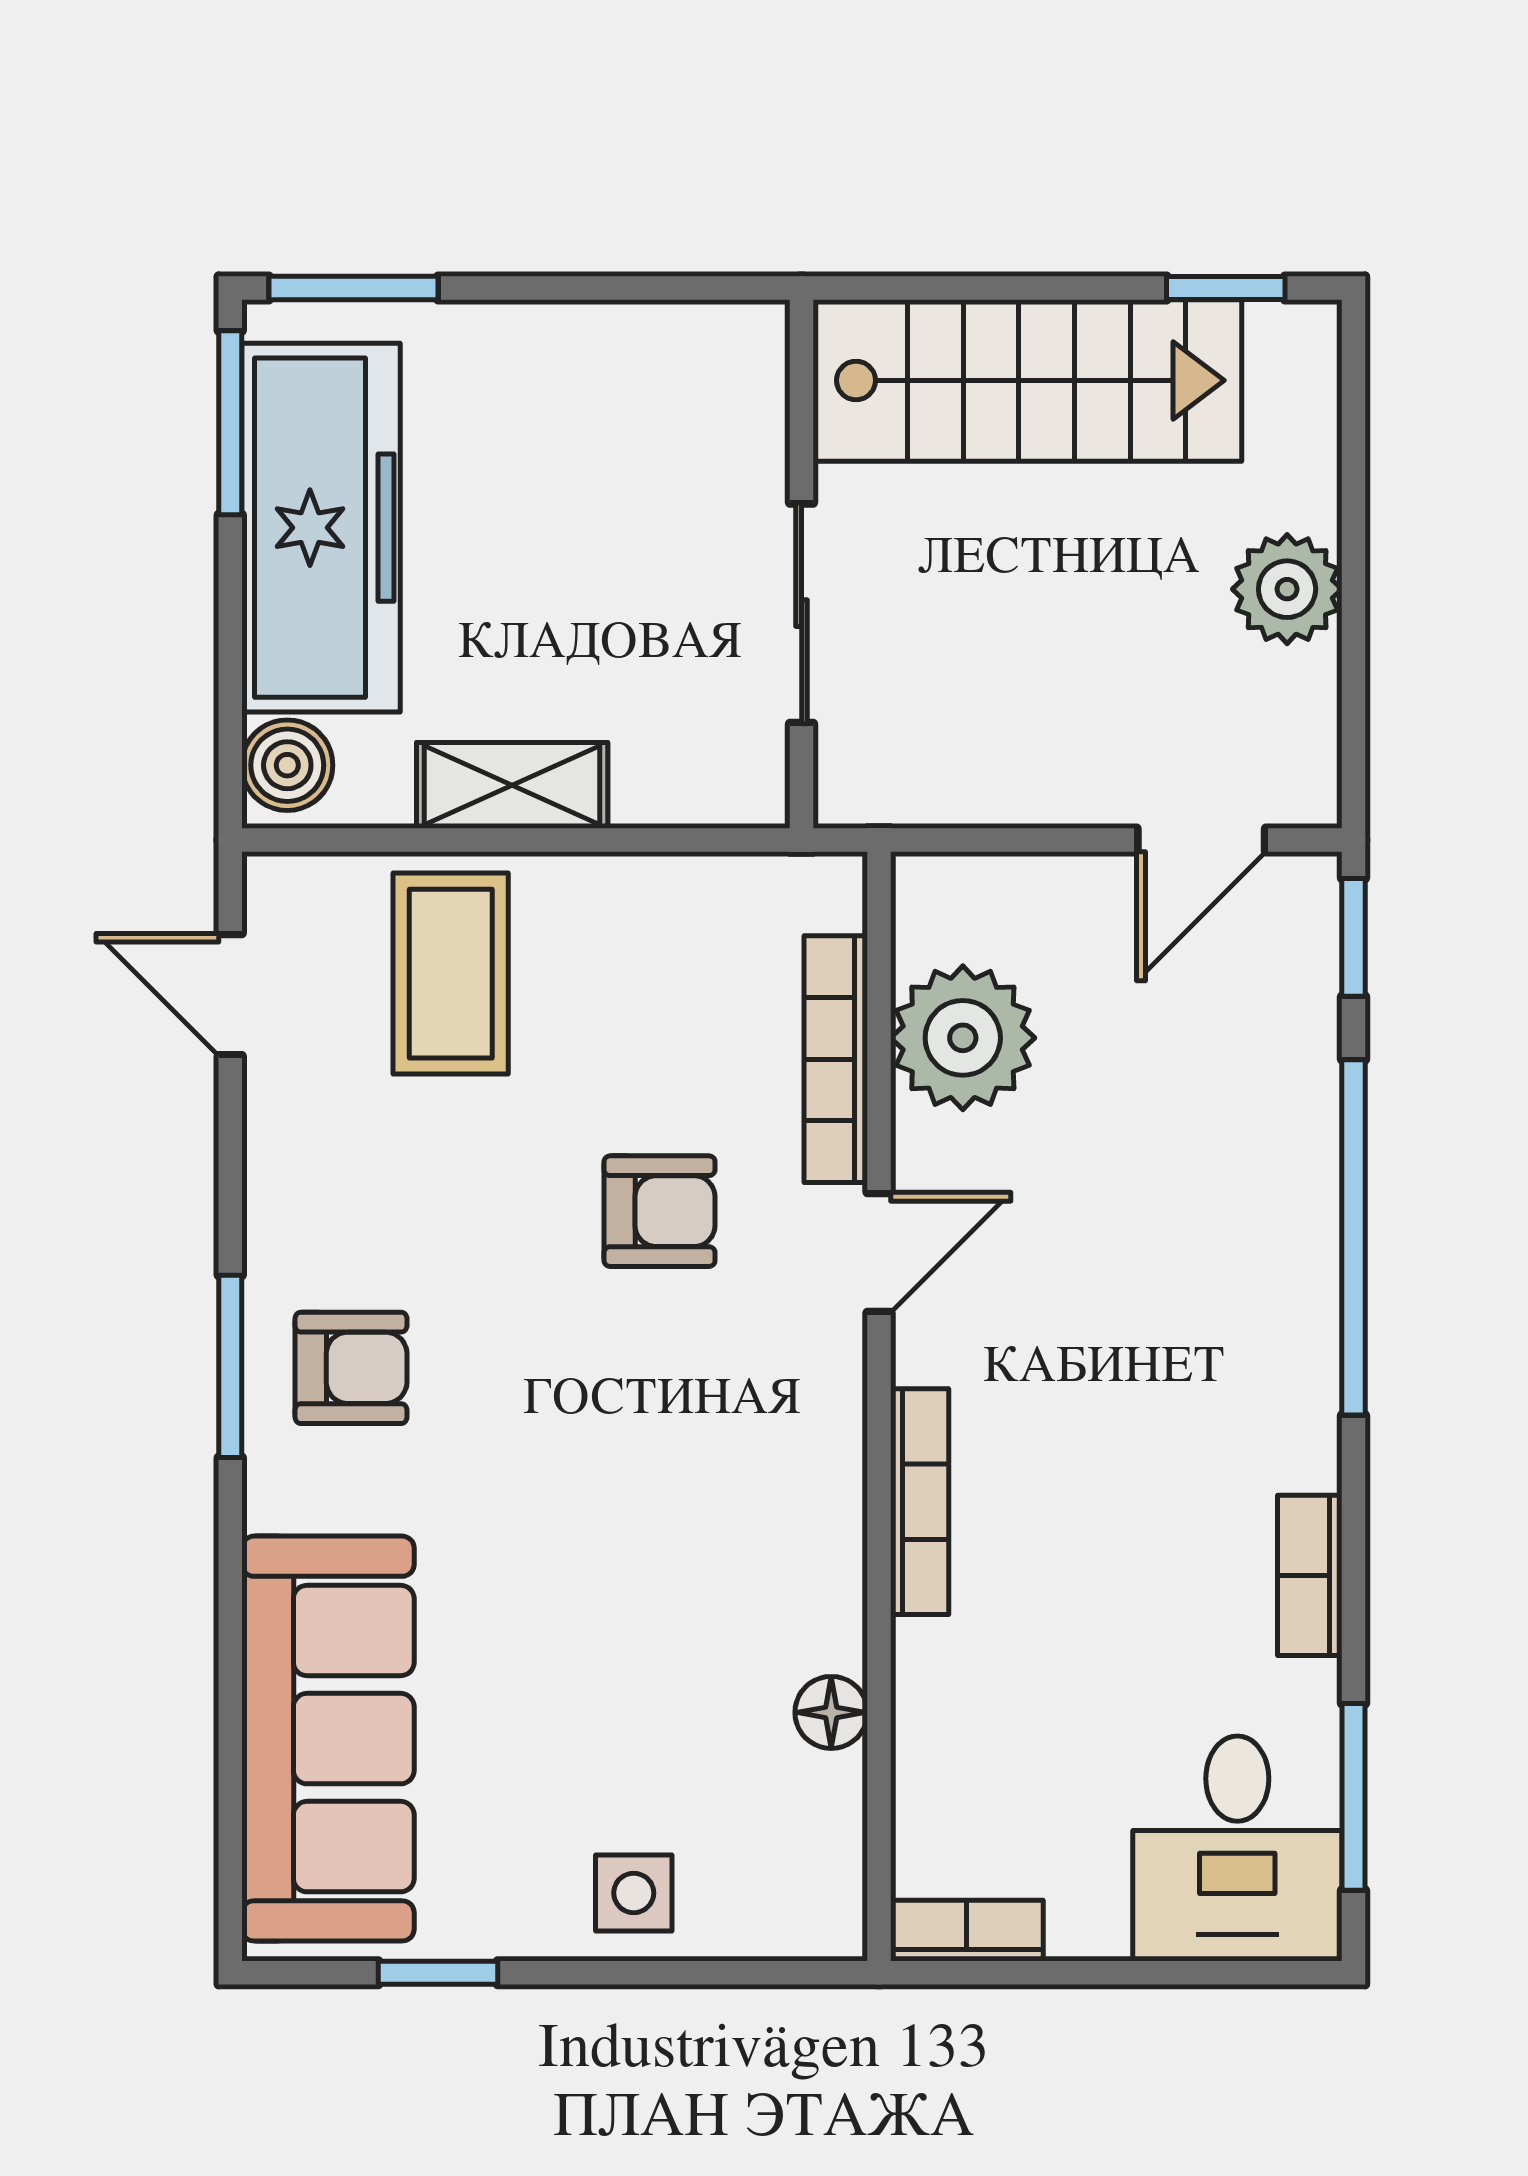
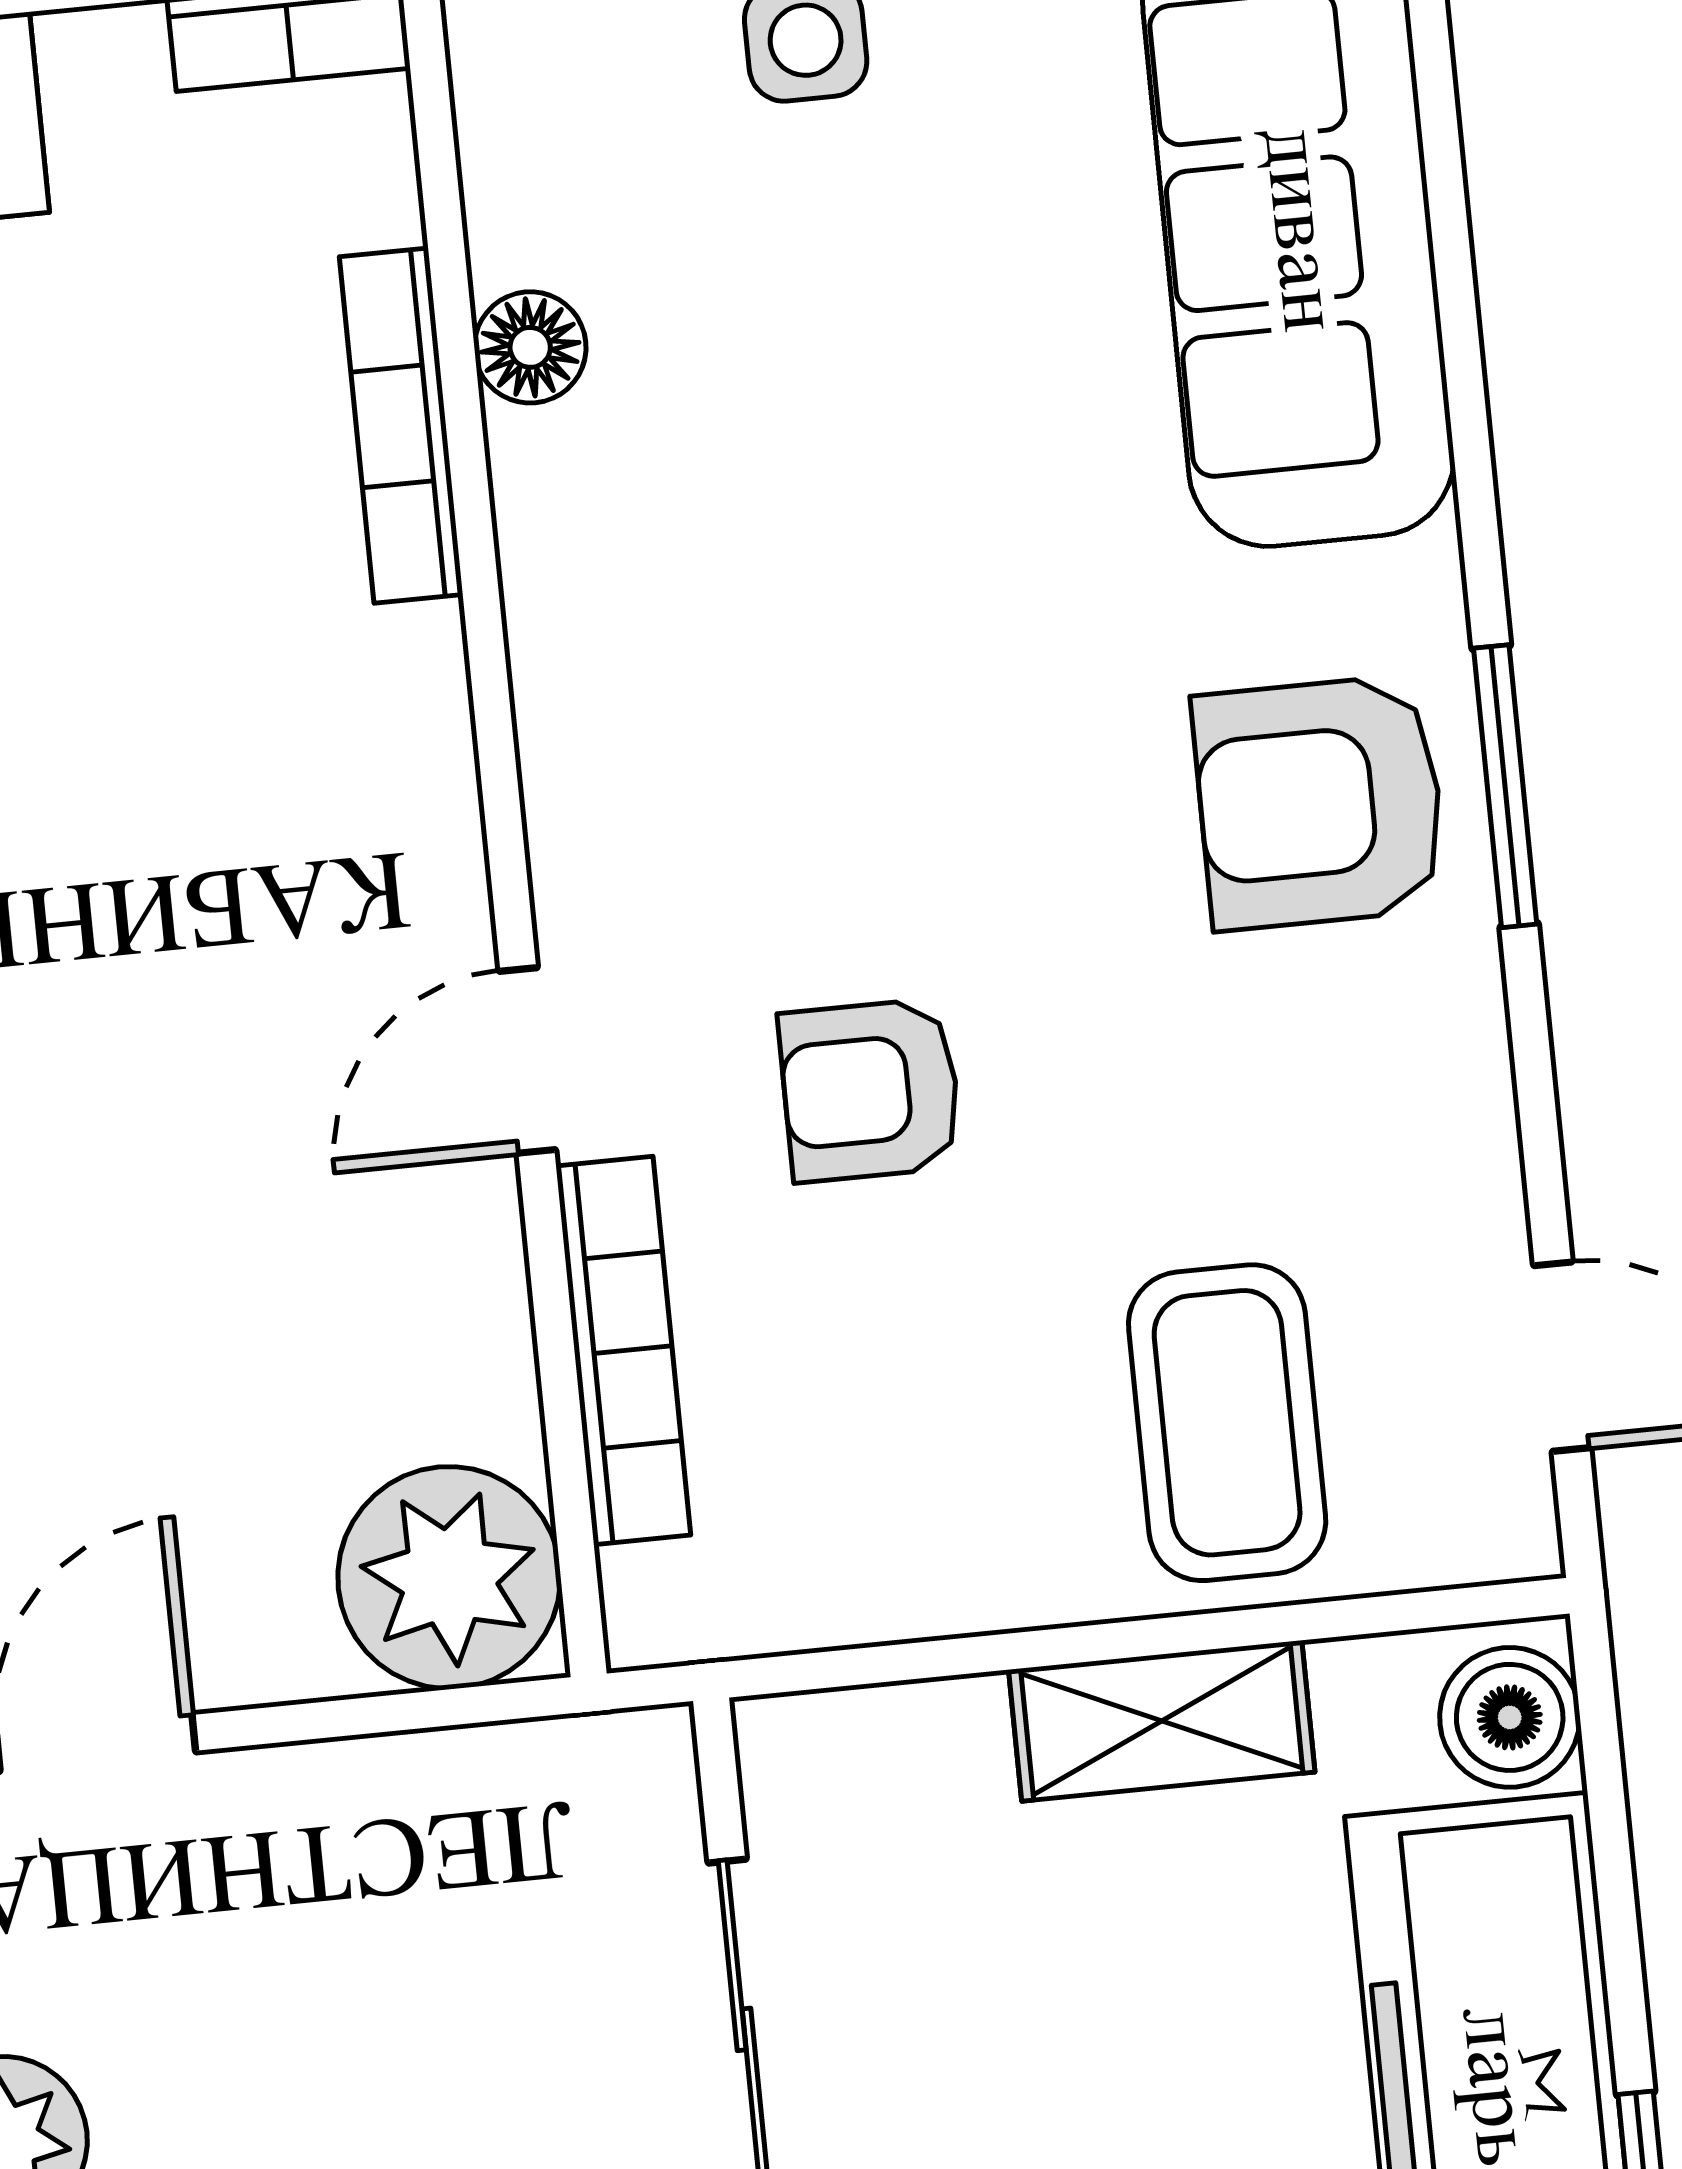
plant: (963, 1038) -> (449, 1578), moved
armchair: (351, 1368) -> (1320, 803), width x1.38, depth x1.38
bookcase: (920, 1502) -> (401, 426), moved

